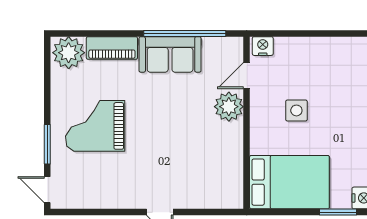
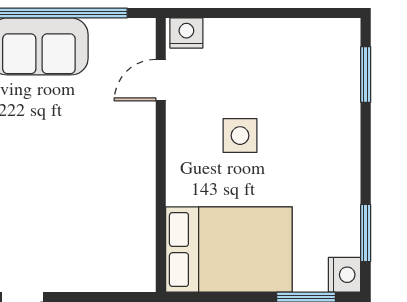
plant: (229, 107) -> (132, 129), removed

